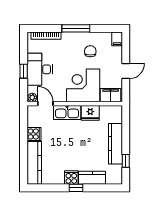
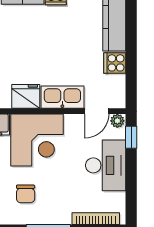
window: (24, 71) -> (131, 137), moved
door: (45, 104) -> (97, 111), hinge flipped

